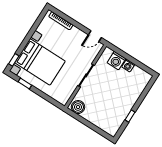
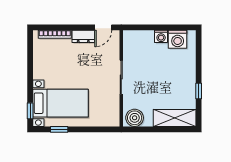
dresser: (78, 34) -> (83, 36), added
washing machine: (116, 61) -> (178, 39), moved
bed with nightstands: (40, 62) -> (60, 103), width x0.73
shelving: (104, 123) -> (175, 118), added

